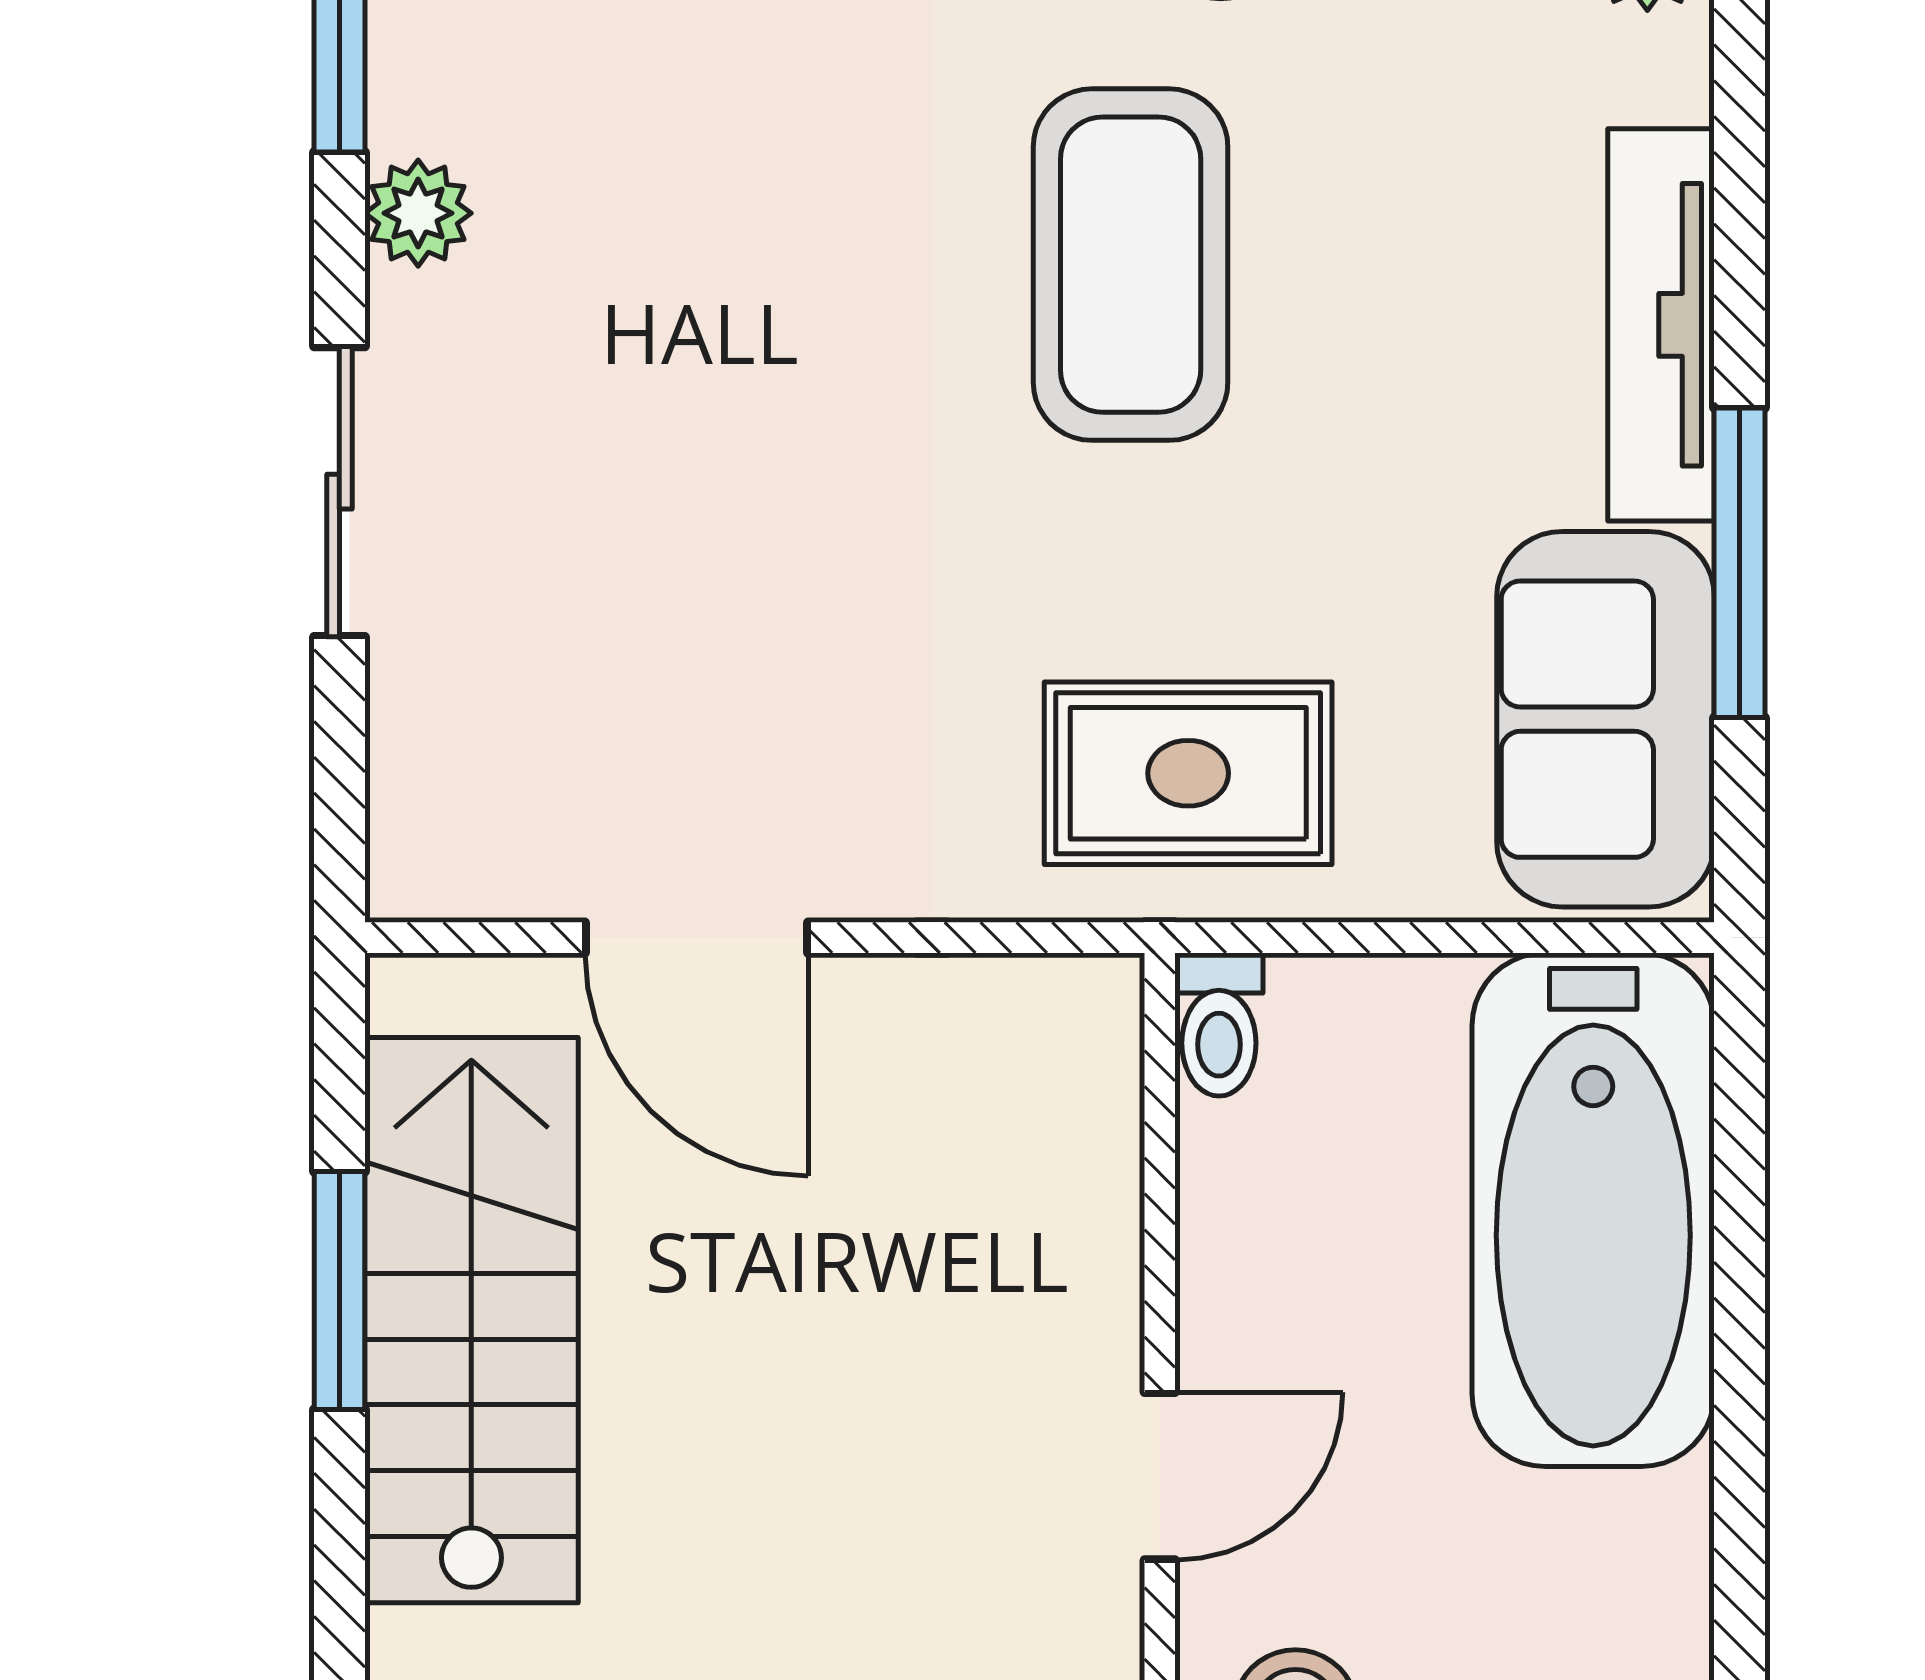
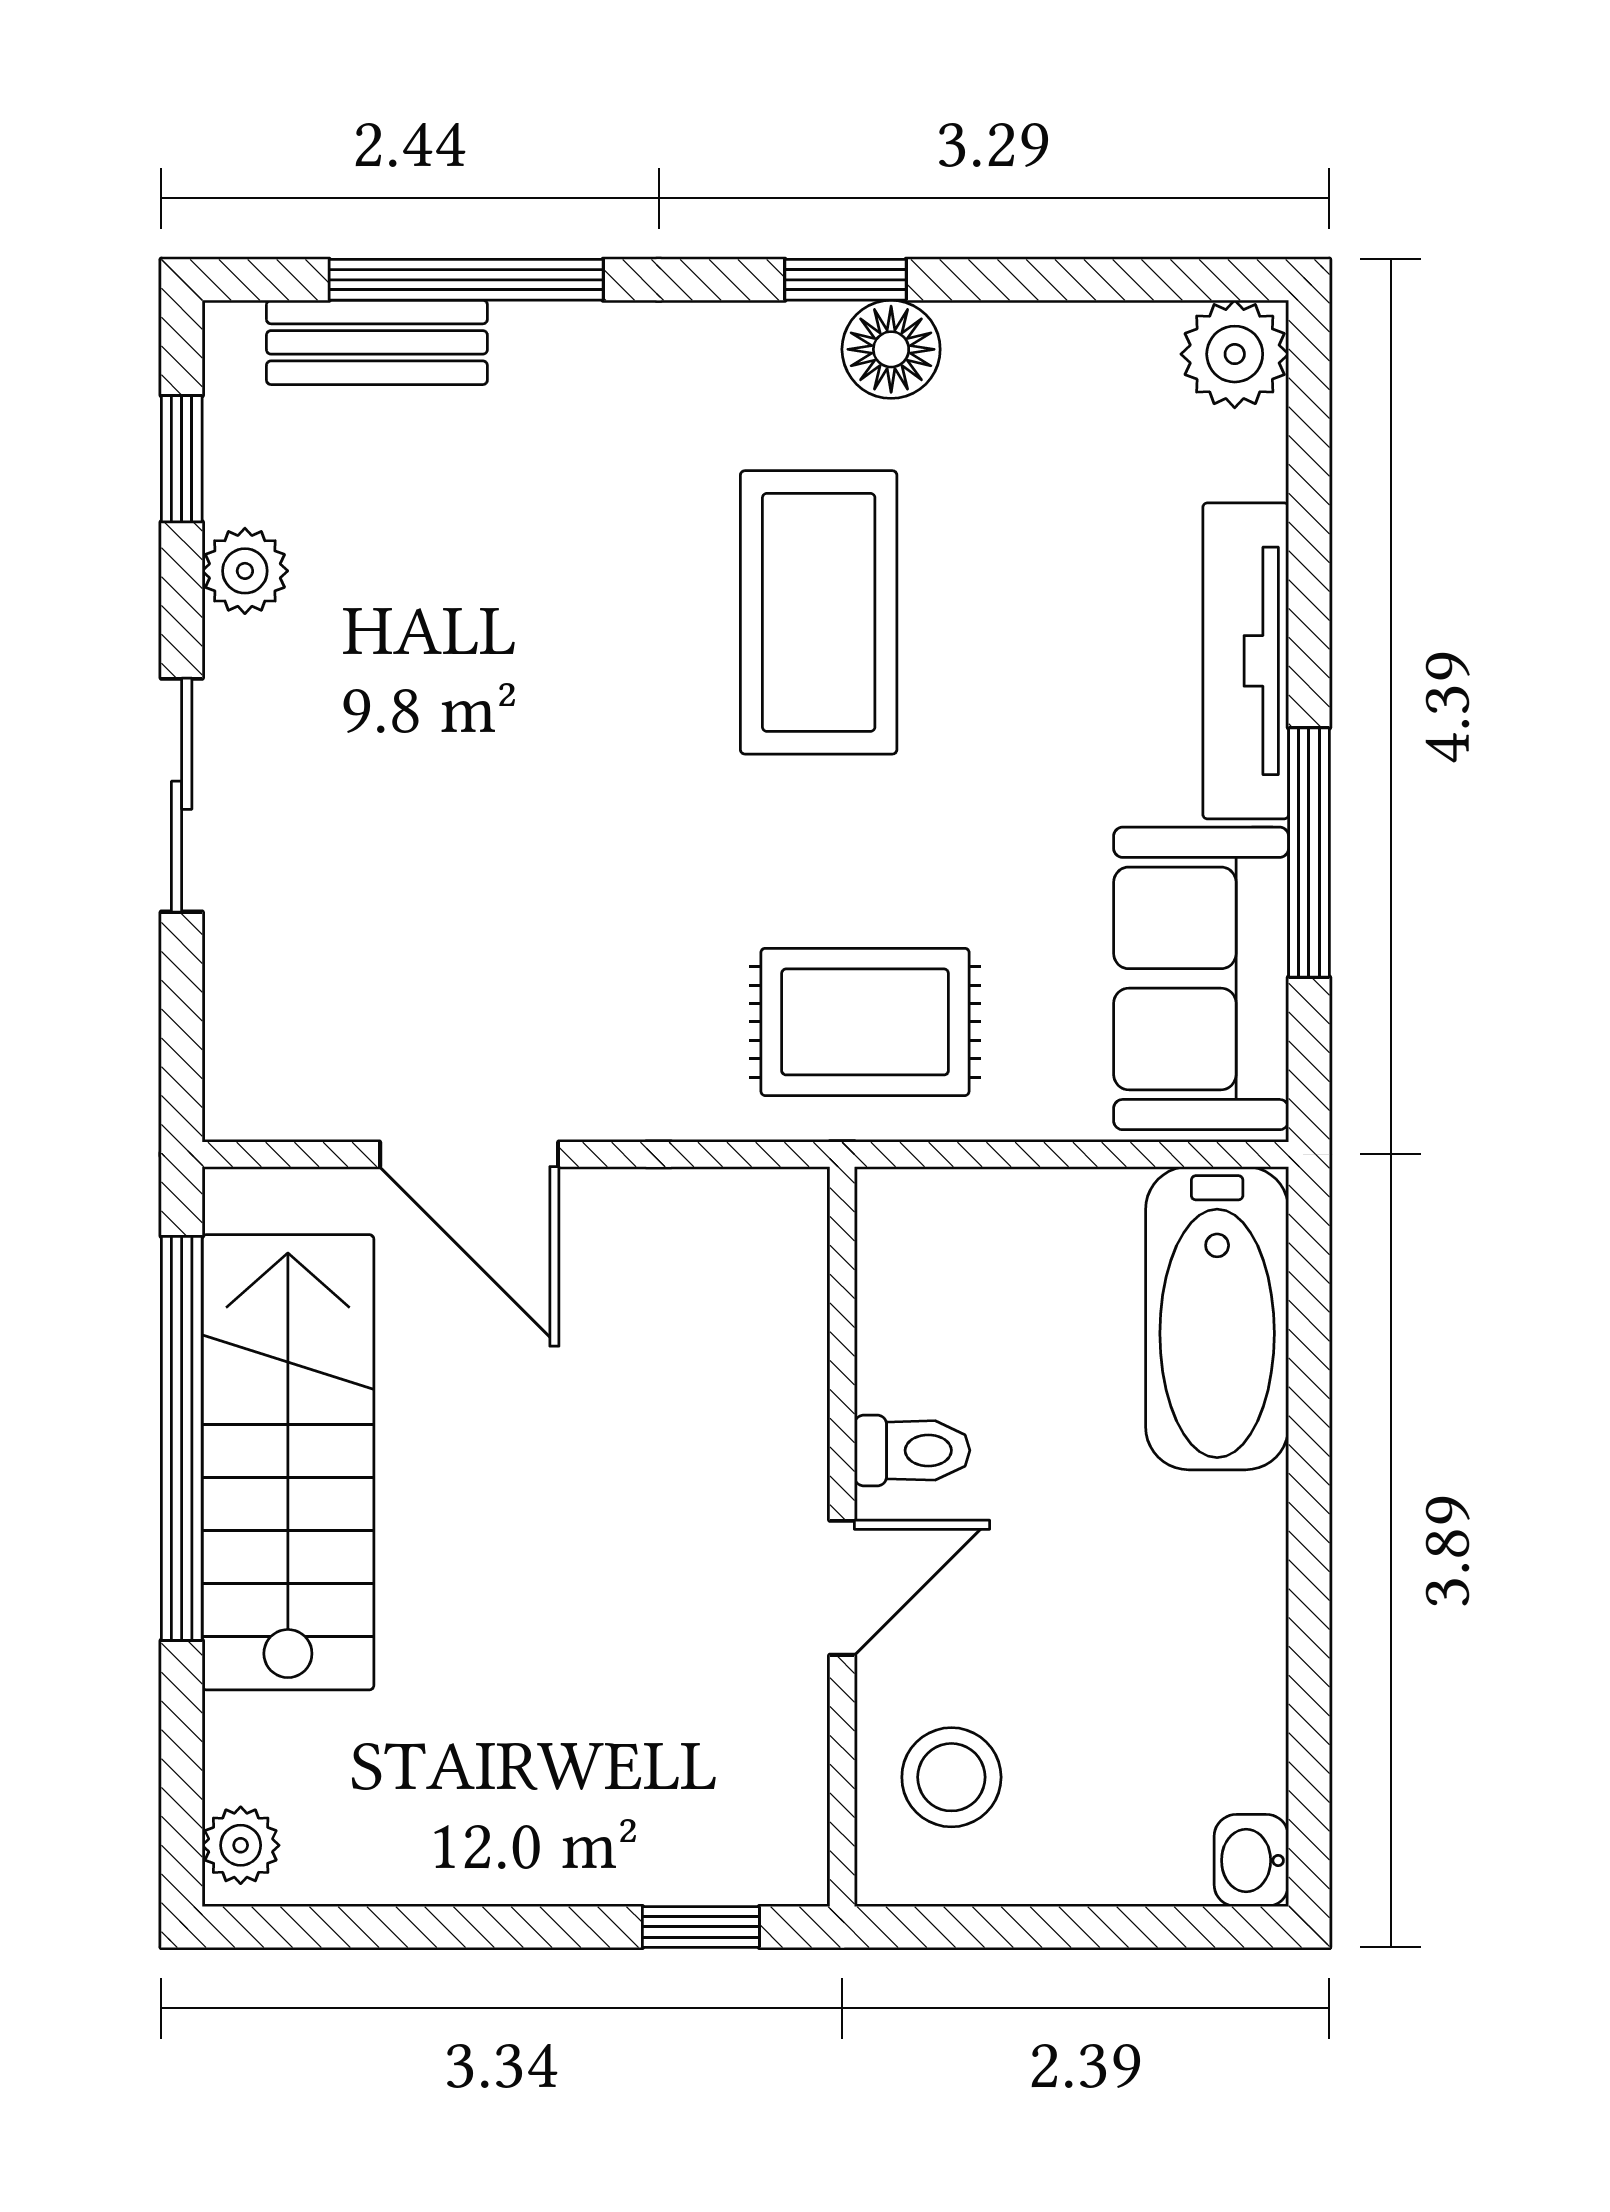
toilet: (1219, 1025) -> (912, 1450), moved, turned -90
bathtub: (1593, 1210) -> (1217, 1318), width x0.73, depth x0.73
window: (339, 1291) -> (182, 1438), width x2.11

